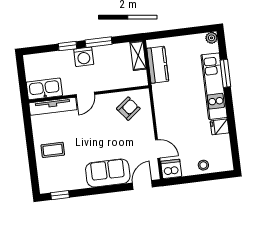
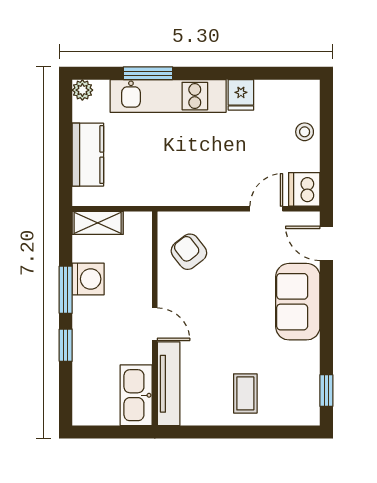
washing machine: (84, 57) -> (88, 279), moved
kitchen counter: (158, 65) -> (88, 155), moved, turned 90

